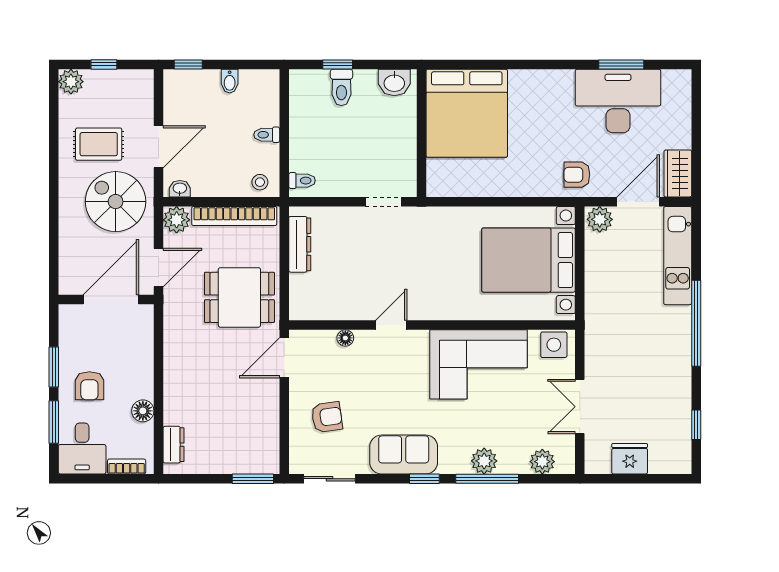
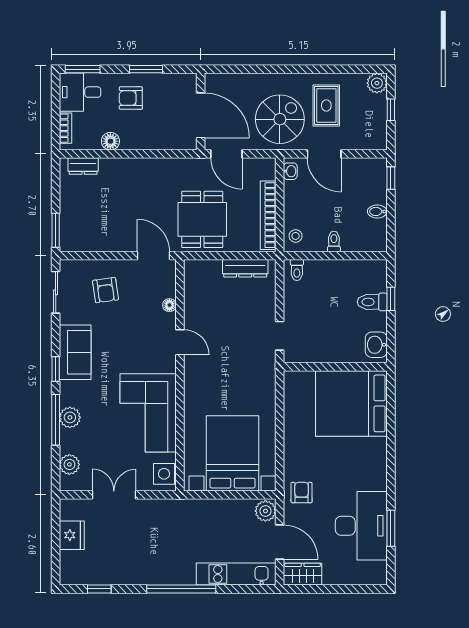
plant: (177, 220) -> (265, 169), removed
window: (54, 422) -> (83, 69), moved

